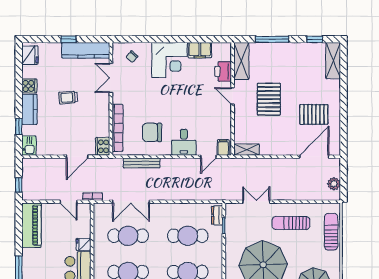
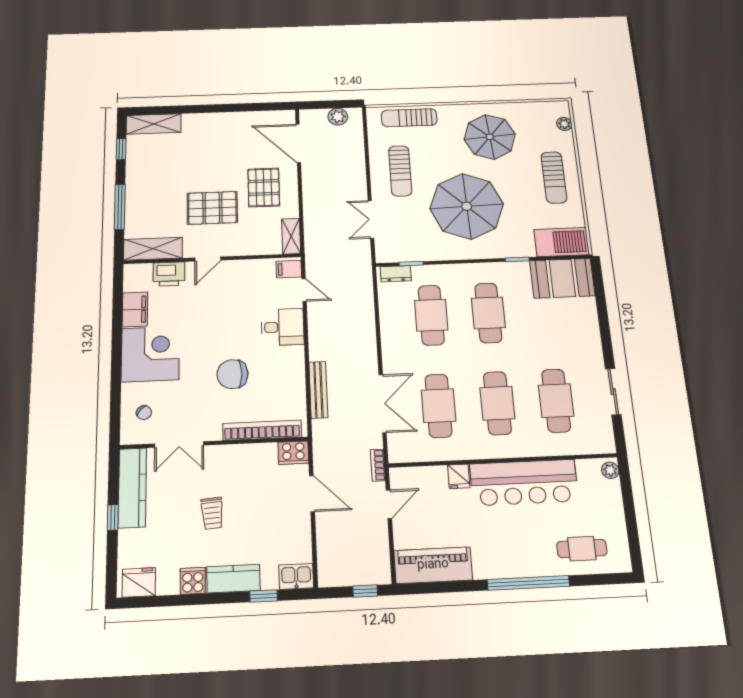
pallet: (314, 114) -> (264, 187), moved
chair: (152, 132) -> (232, 374), moved, turned 90

